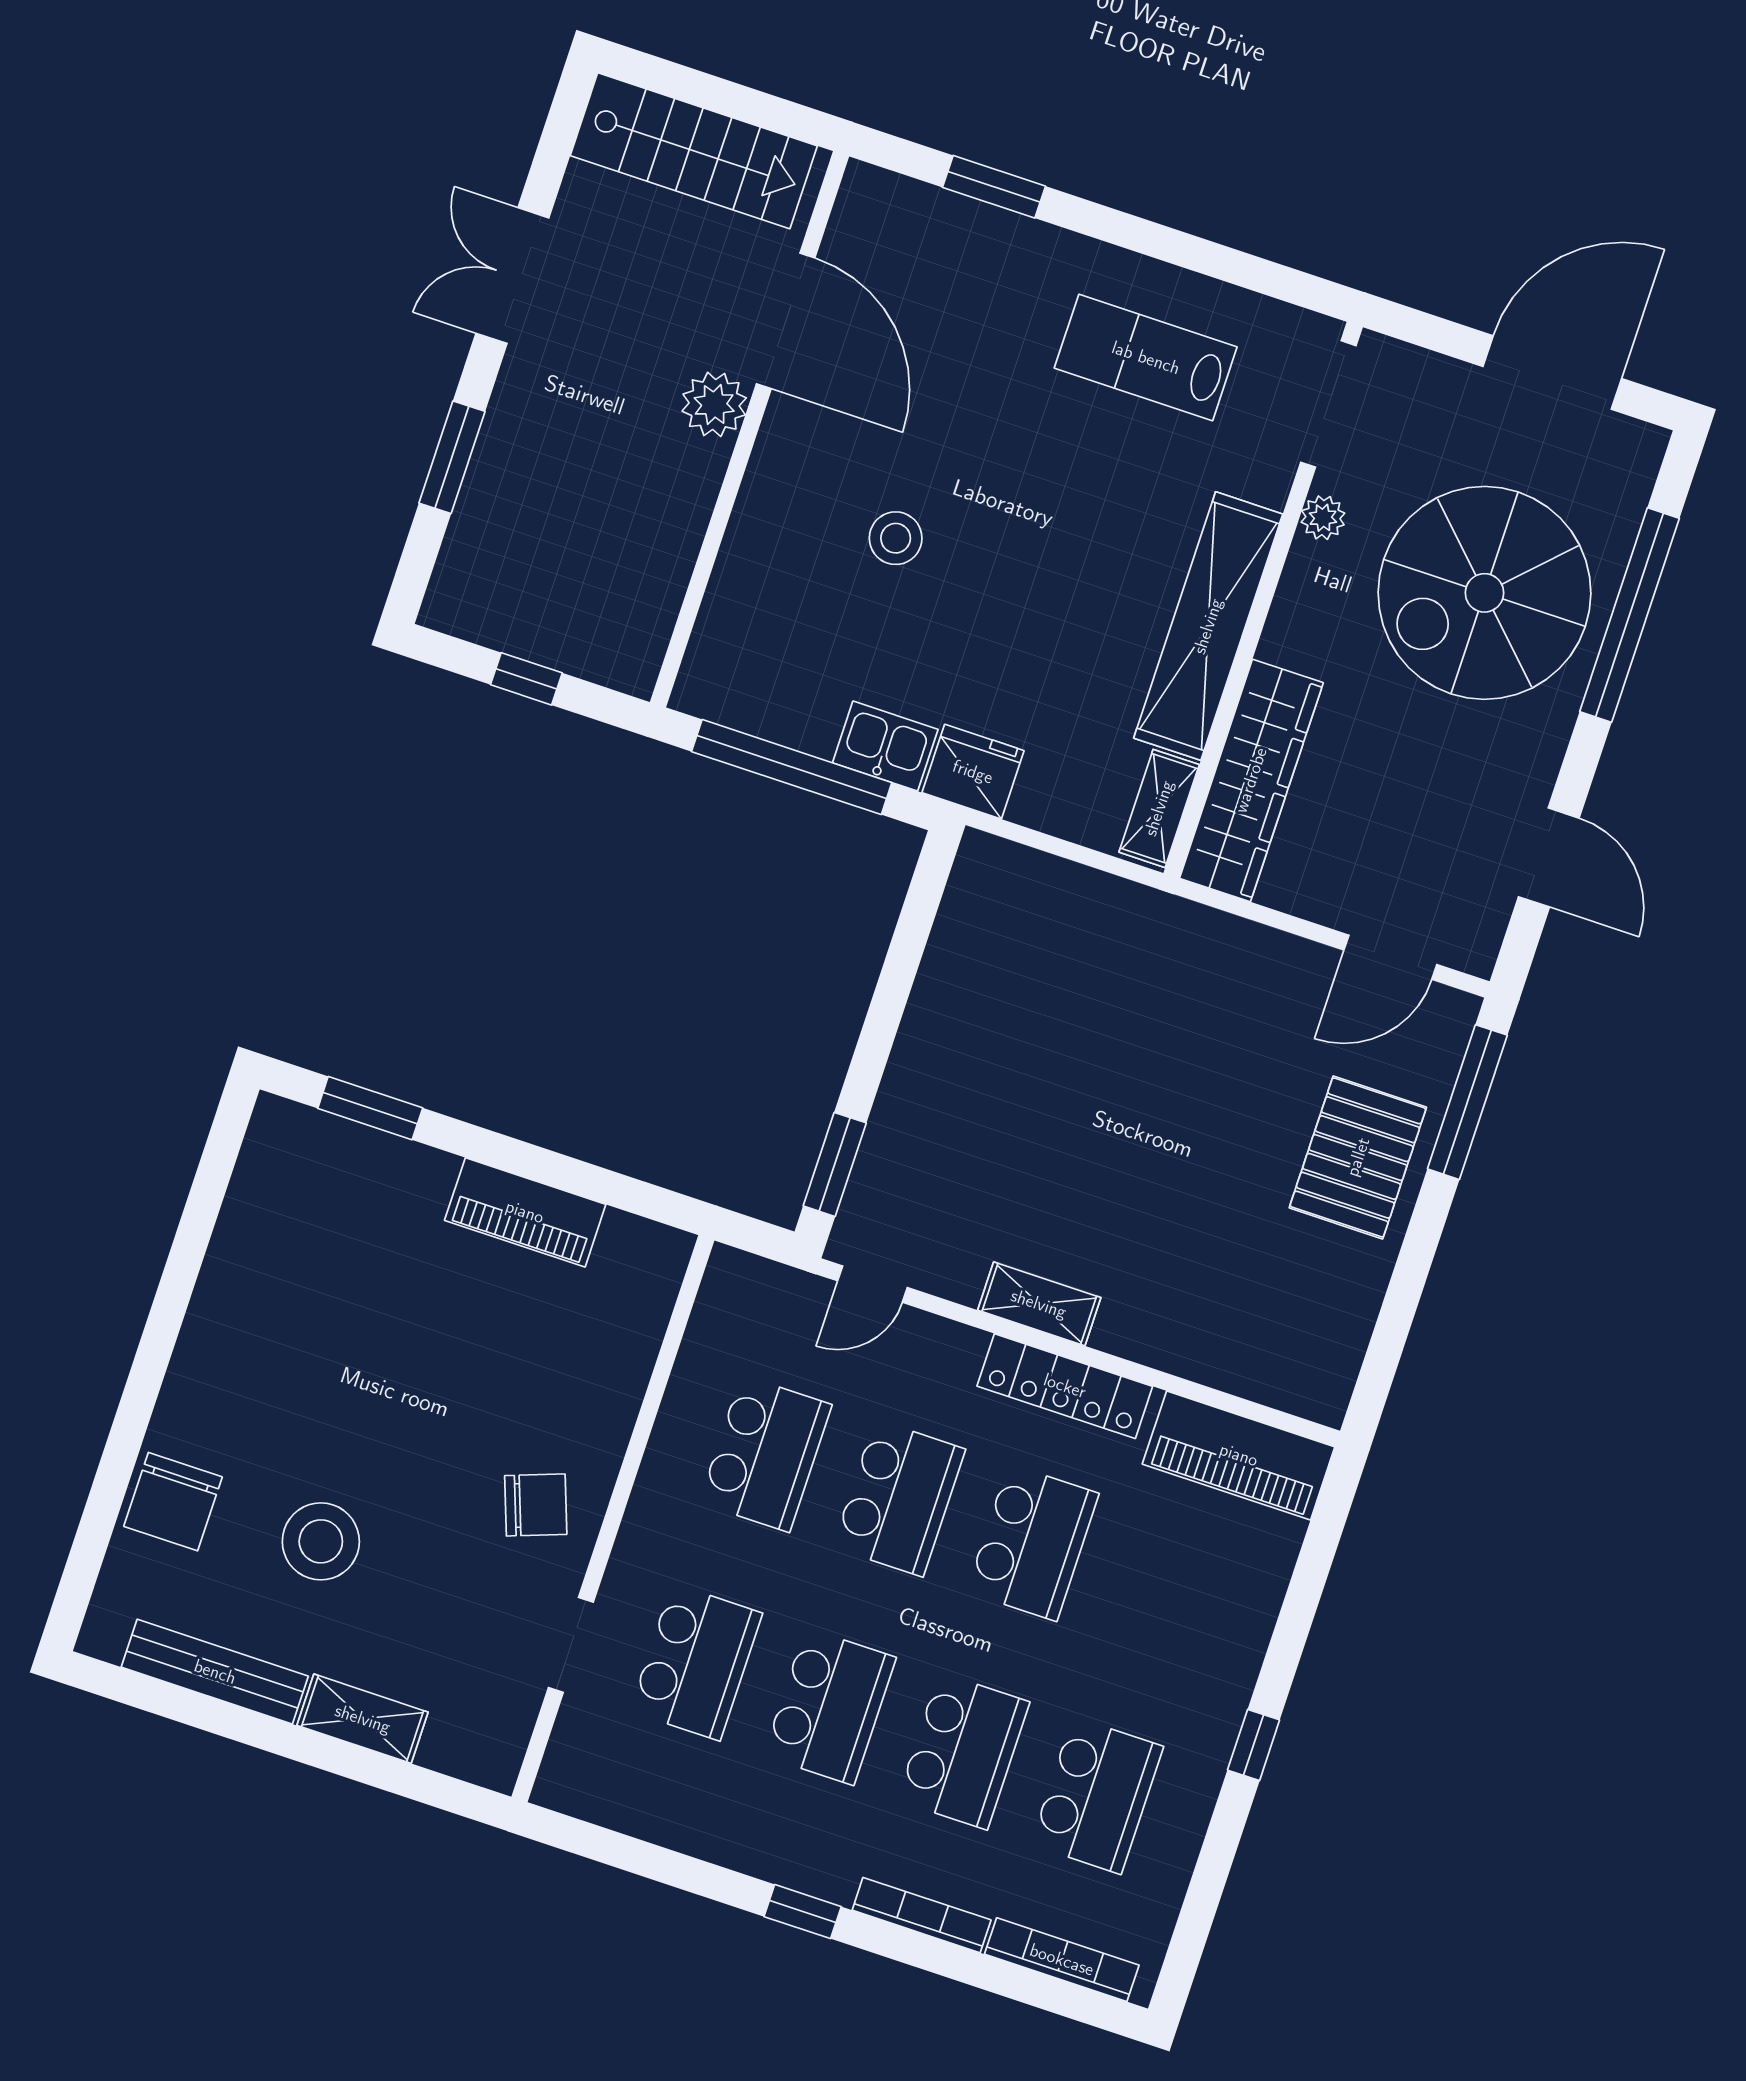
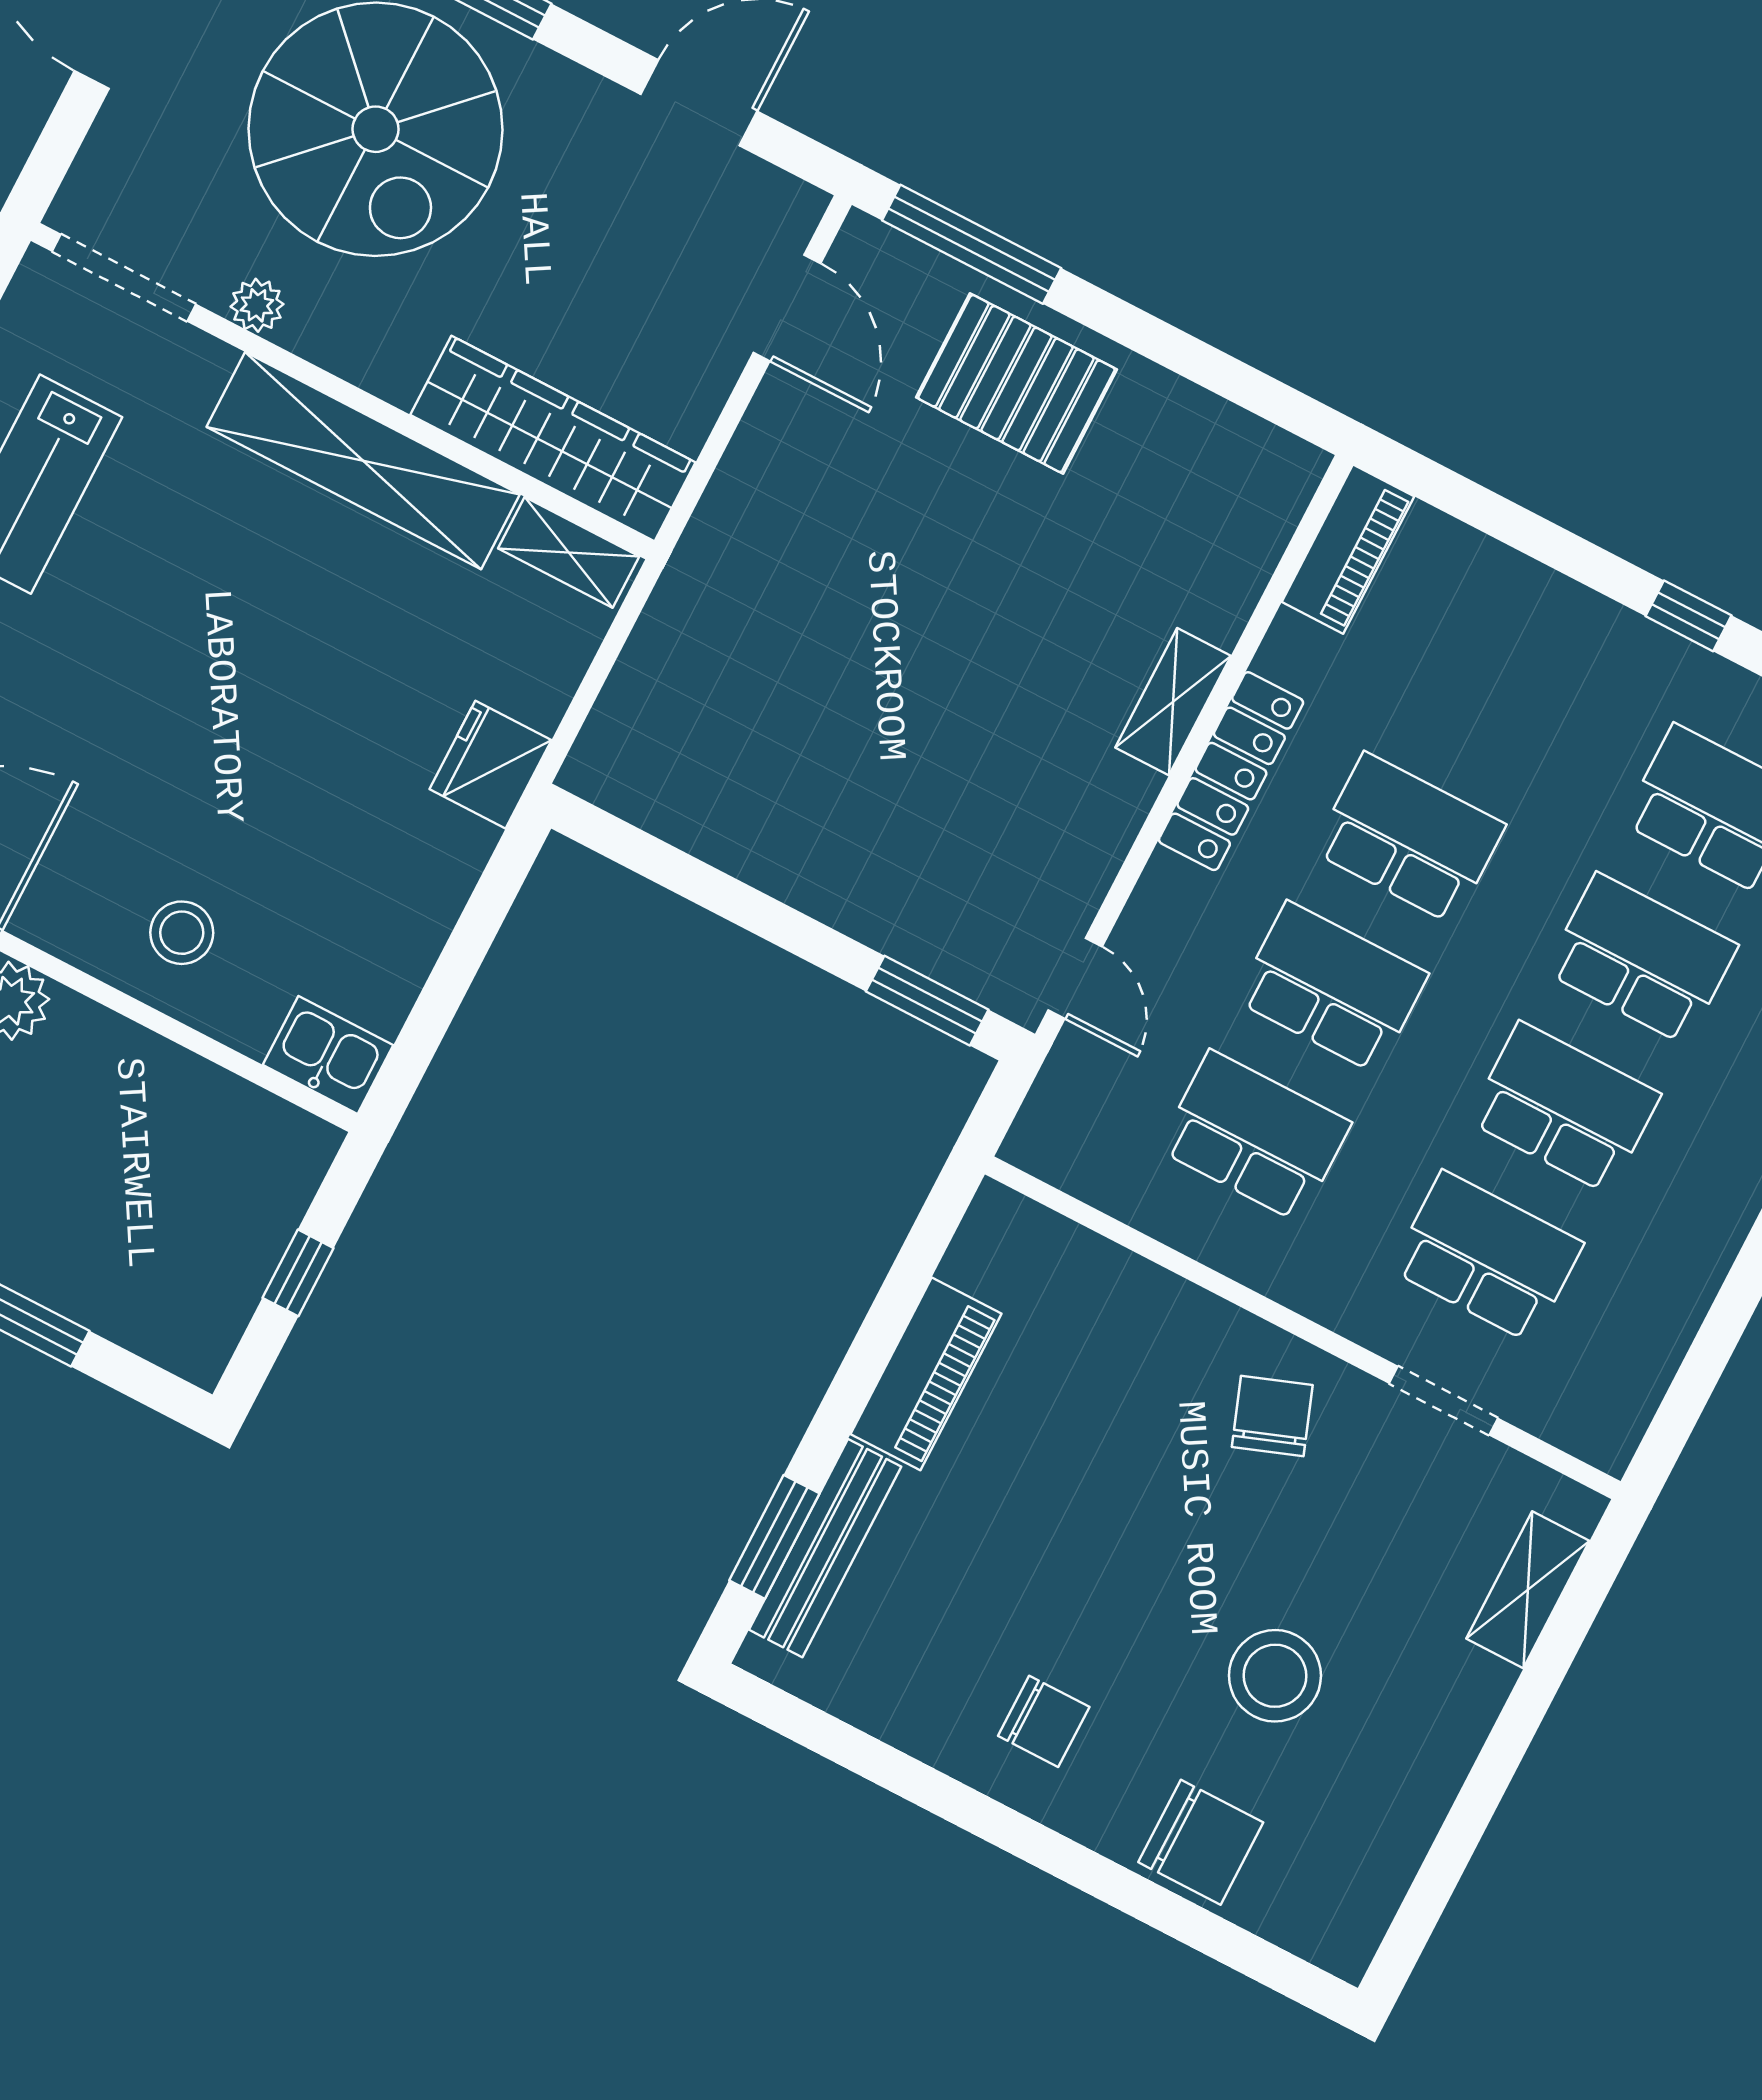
stool: (896, 538) -> (182, 933), moved
kitchen sink: (885, 746) -> (328, 1055), moved, turned 90
window: (792, 767) -> (451, 977), removed
shelving: (1039, 1304) -> (1173, 702), moved
chair: (253, 1356) -> (1044, 1721), added
piano: (1239, 1455) -> (1348, 549), width x0.73, depth x0.75
bench: (215, 1672) -> (825, 1548), moved
shelving: (363, 1719) -> (1528, 1590), moved

